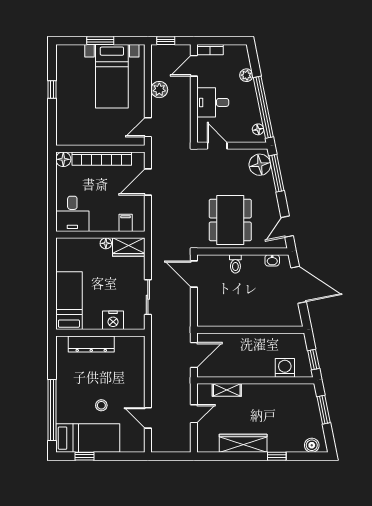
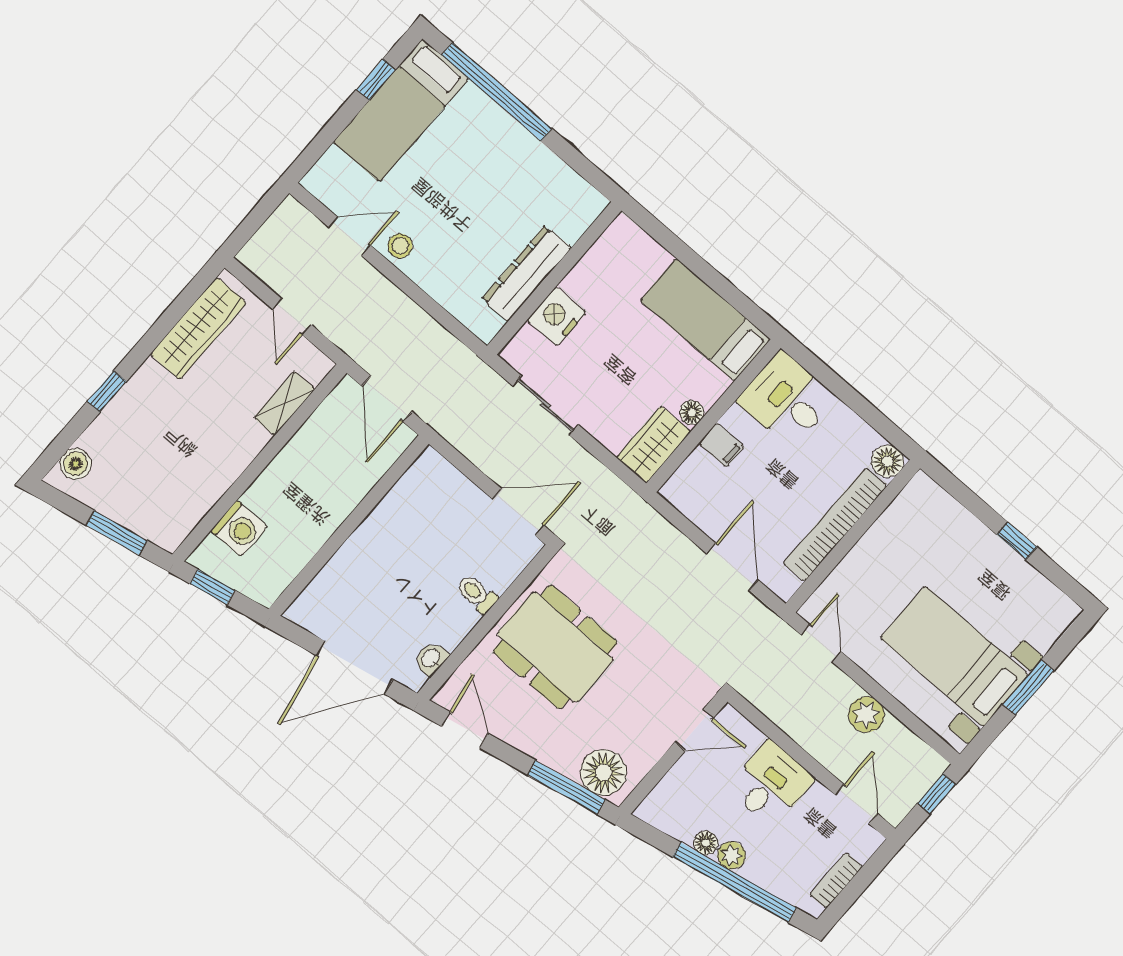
bookcase: (210, 50) -> (836, 880), moved
plant: (246, 75) -> (731, 855), moved
window: (263, 107) -> (734, 882), moved
floor lamp: (258, 129) -> (706, 843), moved
filing cabinet: (126, 223) -> (721, 445), moved
bed: (69, 301) -> (705, 320), moved, turned 180
dresser: (91, 344) -> (526, 274), moved
stool: (101, 405) -> (400, 246), moved
wardrobe: (243, 443) -> (198, 328), moved

